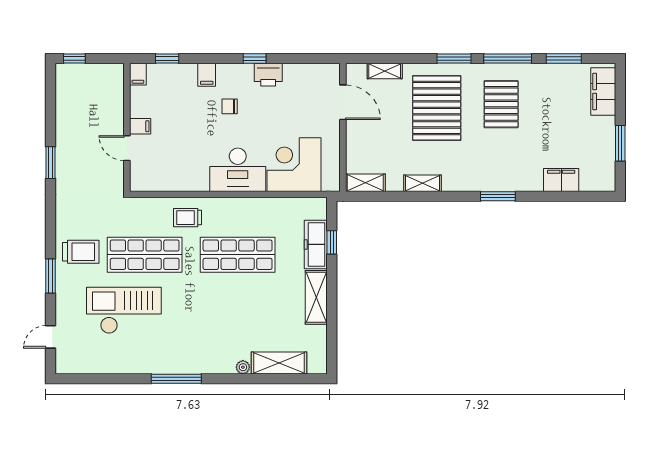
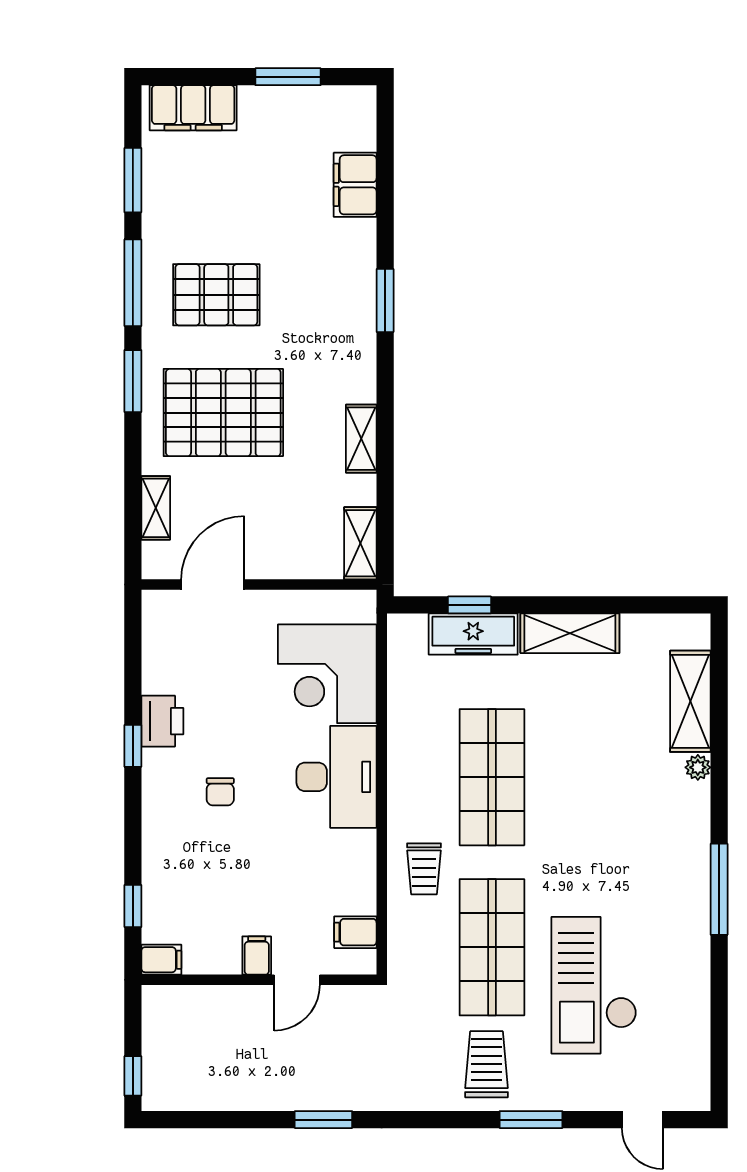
filing cabinet: (207, 75) -> (355, 932), moved, turned 180

